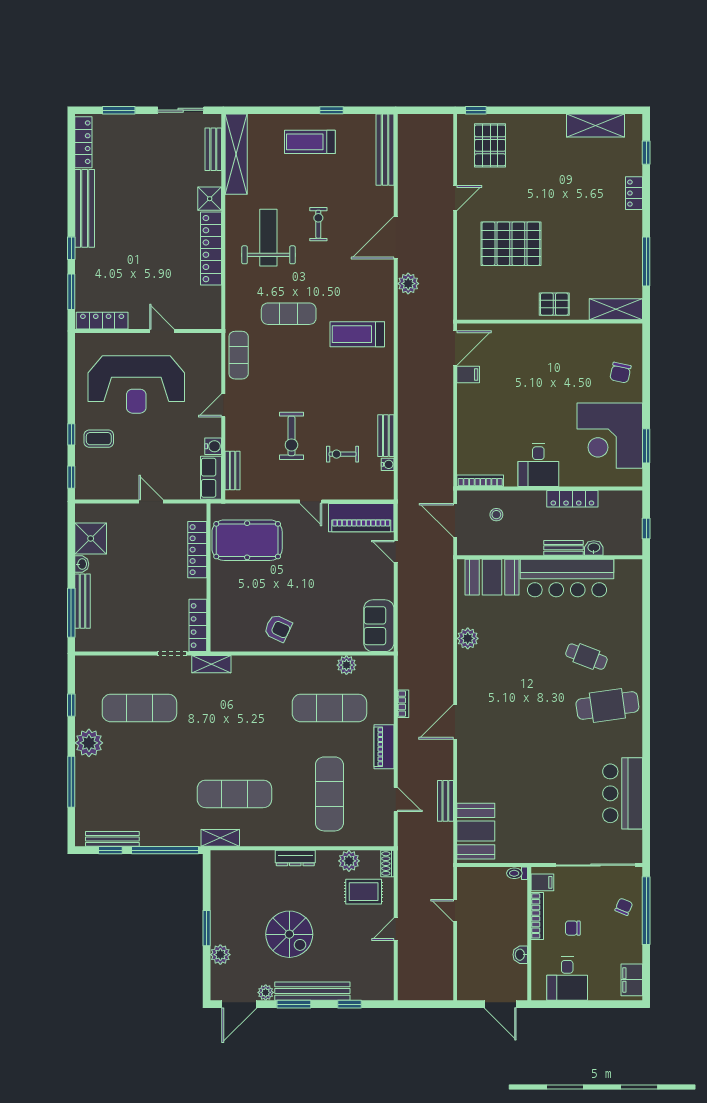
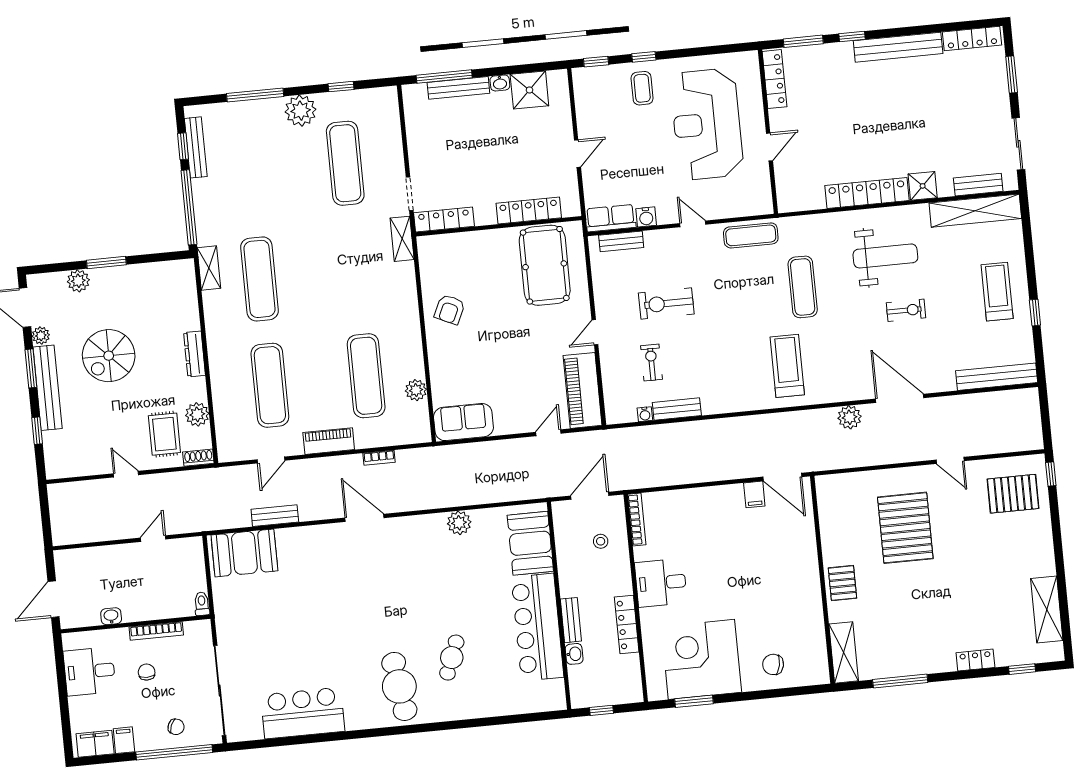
exercise mat: (329, 794) -> (270, 385), turned 90
filing cabinet: (542, 882) -> (124, 740), moved, turned 180

